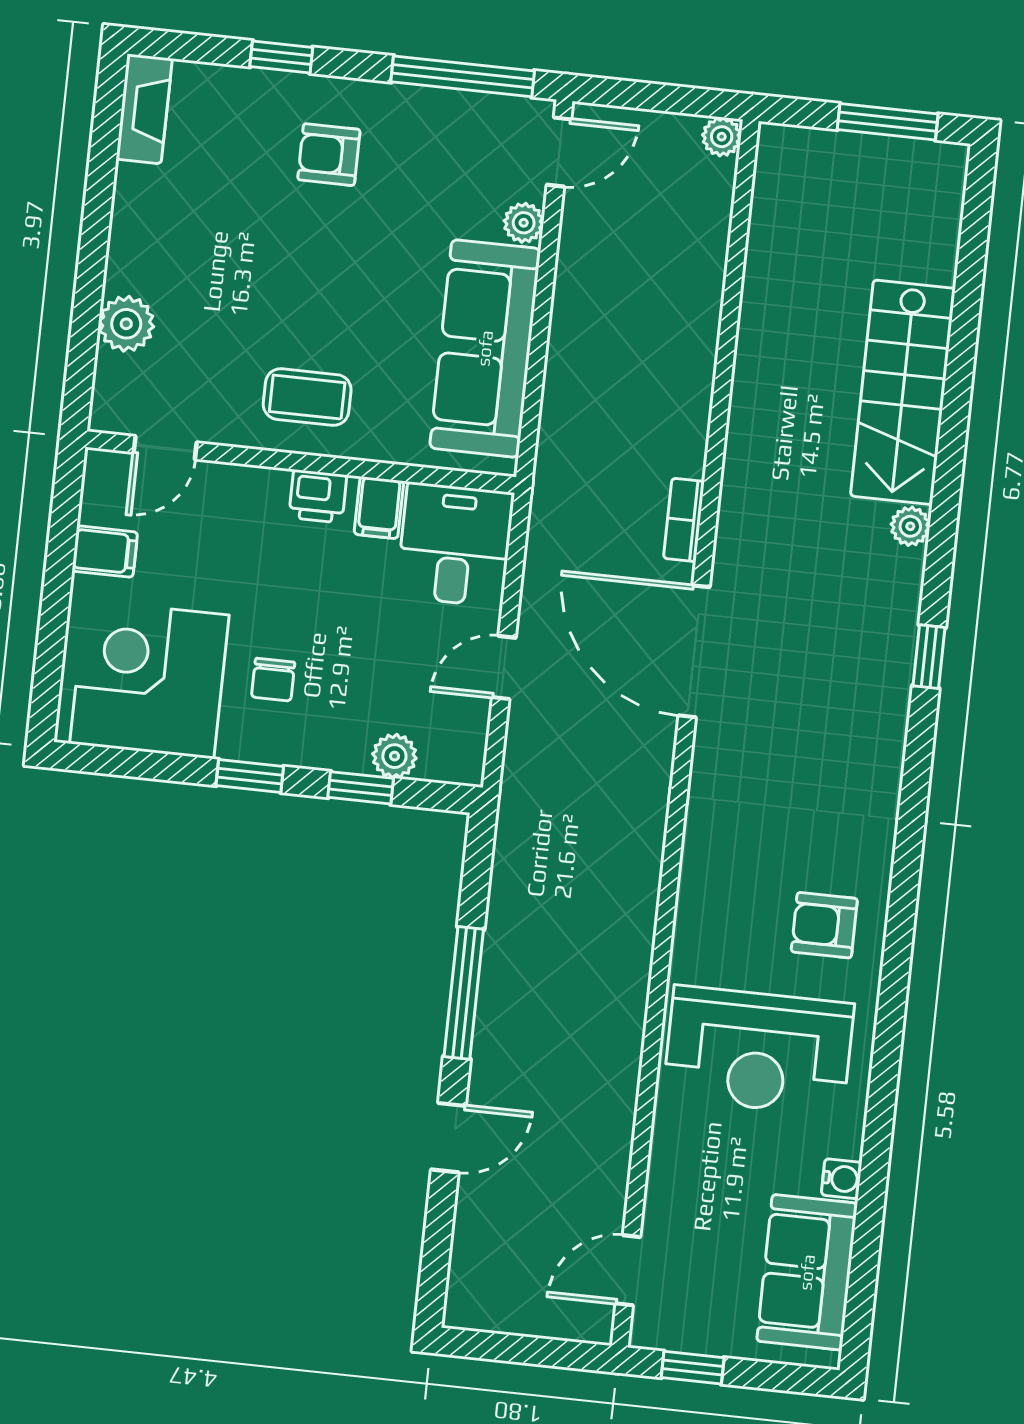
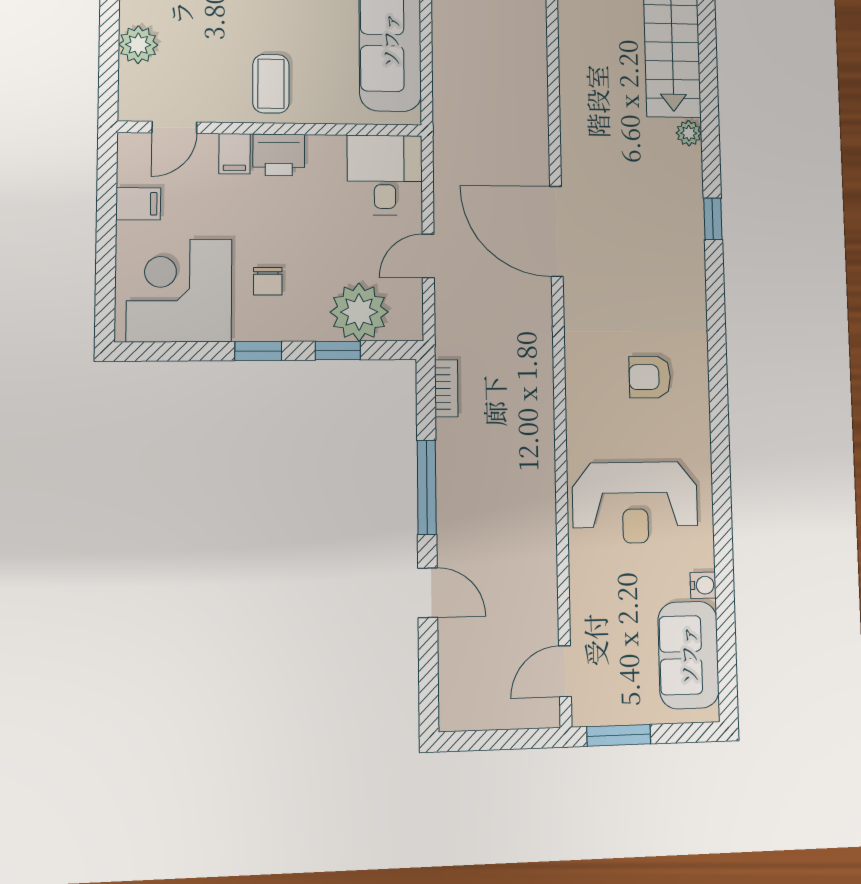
coffee table: (307, 397) -> (271, 84), turned 90
printer: (318, 496) -> (279, 155), width x1.36, depth x1.24
filing cabinet: (379, 508) -> (234, 154), moved
bookcase: (684, 520) -> (446, 388), moved, turned 180
plant: (394, 756) -> (359, 312), width x1.88, depth x1.88
armchair: (824, 925) -> (650, 377), moved
door: (448, 1138) -> (428, 593), hinge flipped
window: (693, 1368) -> (619, 735), width x1.50

